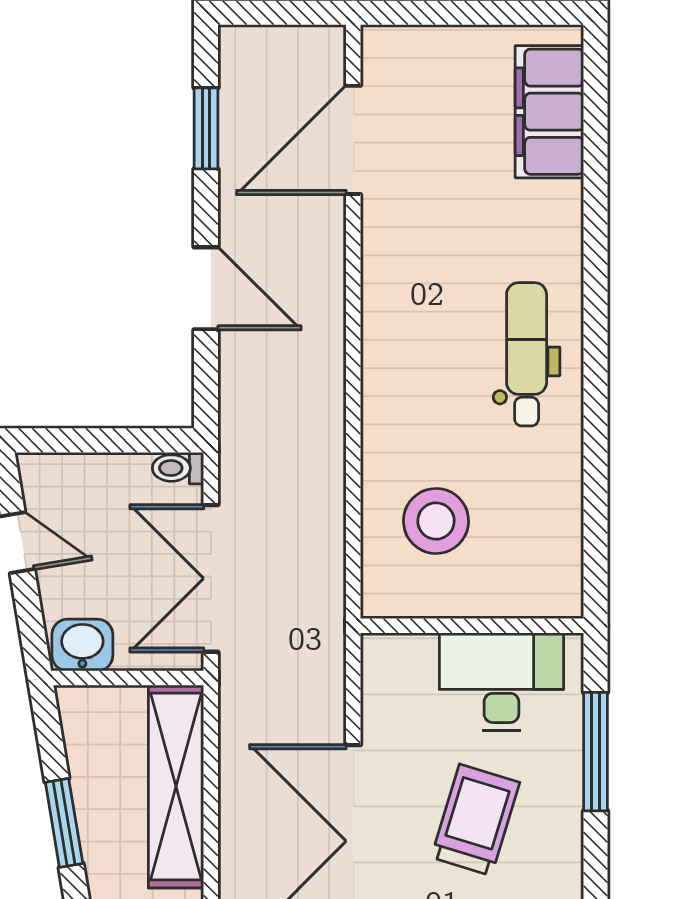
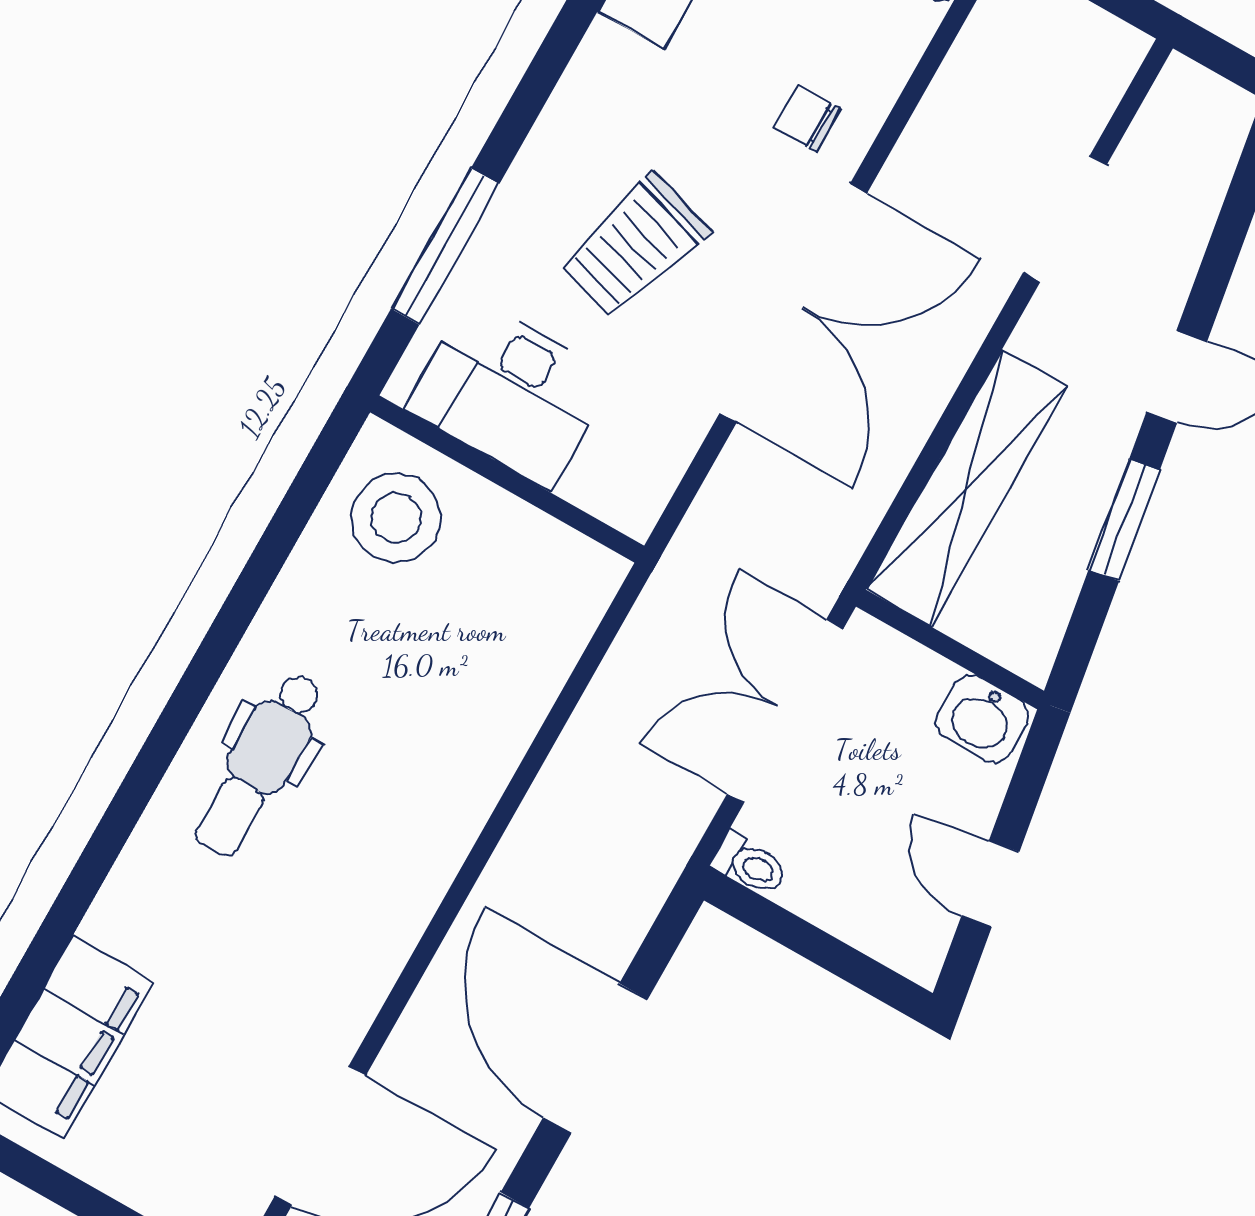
door: (206, 288) -> (595, 1059), width x1.36
stool: (436, 521) -> (396, 518), moved
double door: (211, 578) -> (785, 711), swing flipped

